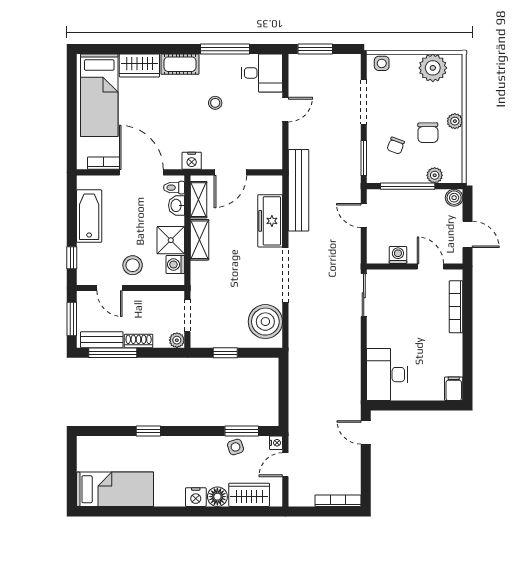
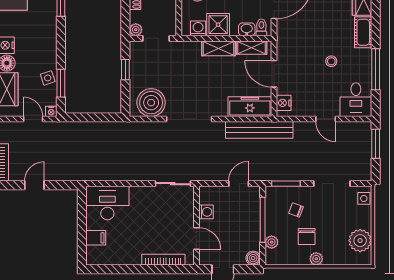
chair: (428, 133) -> (307, 237), turned -89
nightstand: (192, 161) -> (284, 103), moved
freezer: (270, 221) -> (250, 107), moved
door: (430, 266) -> (196, 239), hinge flipped
filing cabinet: (454, 389) -> (96, 238), moved
door: (366, 432) -> (34, 185), moved

